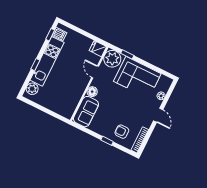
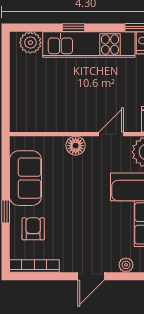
sofa: (86, 112) -> (25, 178), moved, turned -90

